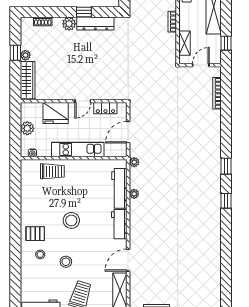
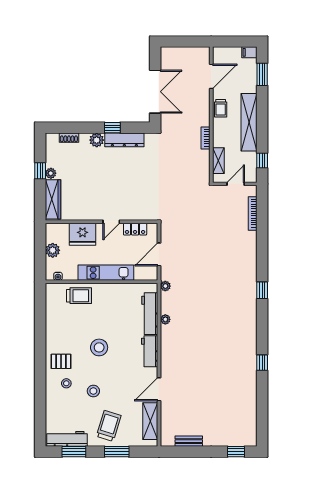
window: (226, 201) -> (262, 363), moved

